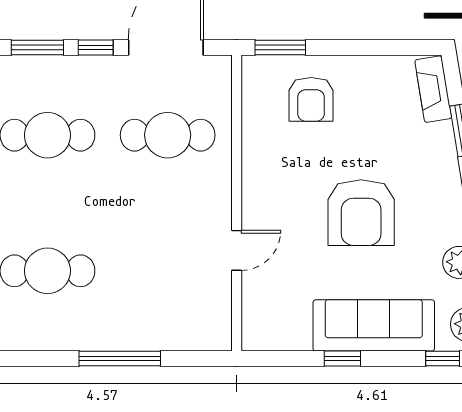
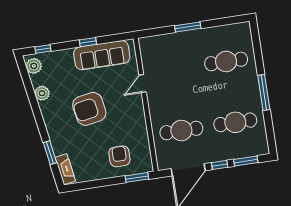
armchair: (361, 213) -> (89, 109), turned -100
sofa: (374, 325) -> (102, 55), moved
window: (120, 359) -> (188, 27), width x0.69

